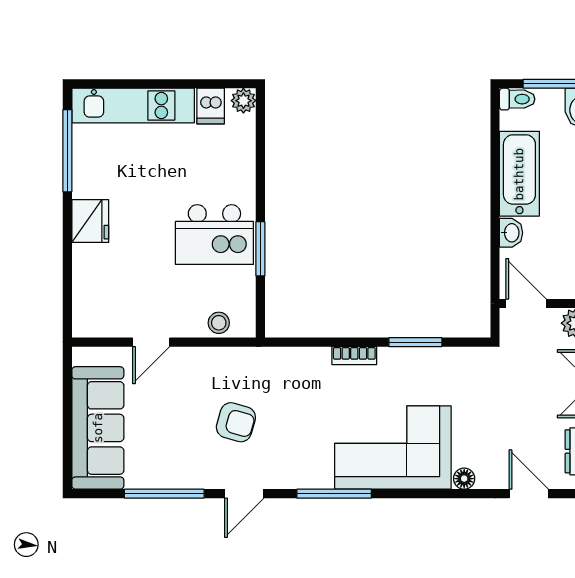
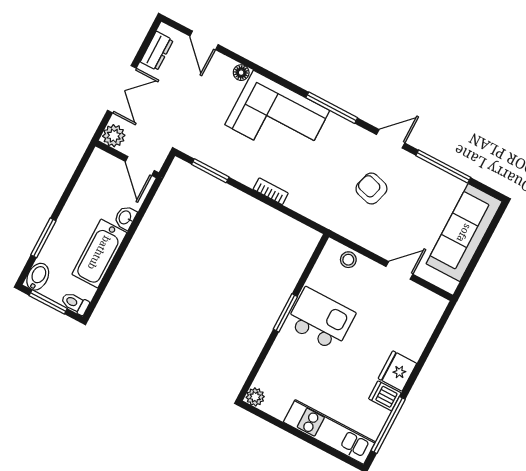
dishwasher: (211, 106) -> (385, 396), moved, turned -90
window: (260, 249) -> (285, 313), moved
window: (415, 342) -> (210, 171), moved

